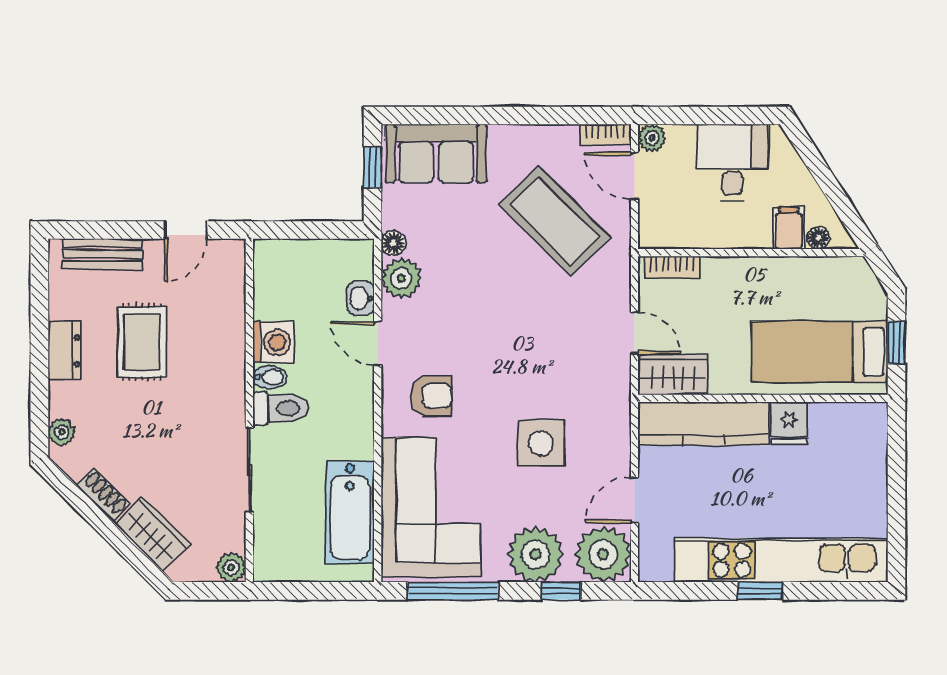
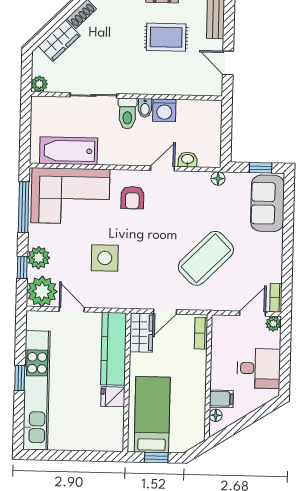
coffee table: (555, 221) -> (206, 258), moved
plant: (401, 278) -> (198, 182), removed
plant: (535, 554) -> (39, 258), width x0.73, depth x0.73

